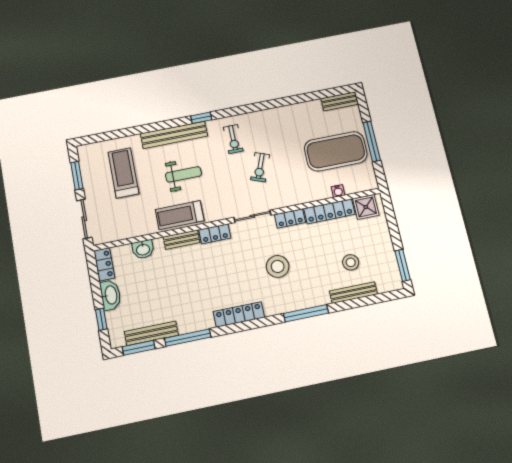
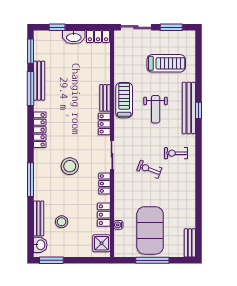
window: (201, 118) -> (198, 110), moved
locker: (329, 211) -> (104, 215), width x0.66
washbasin: (143, 249) -> (40, 245), moved, turned 180
bench: (151, 333) -> (39, 81), moved

